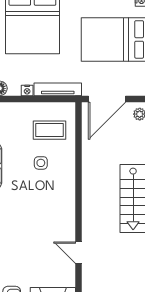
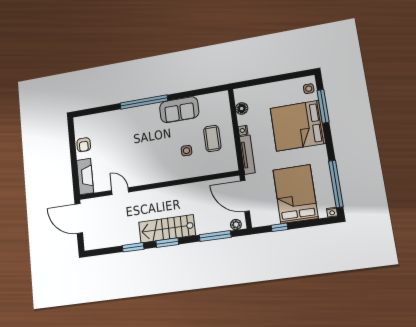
coffee table: (49, 130) -> (212, 138), moved
door: (78, 253) -> (120, 191), hinge flipped

